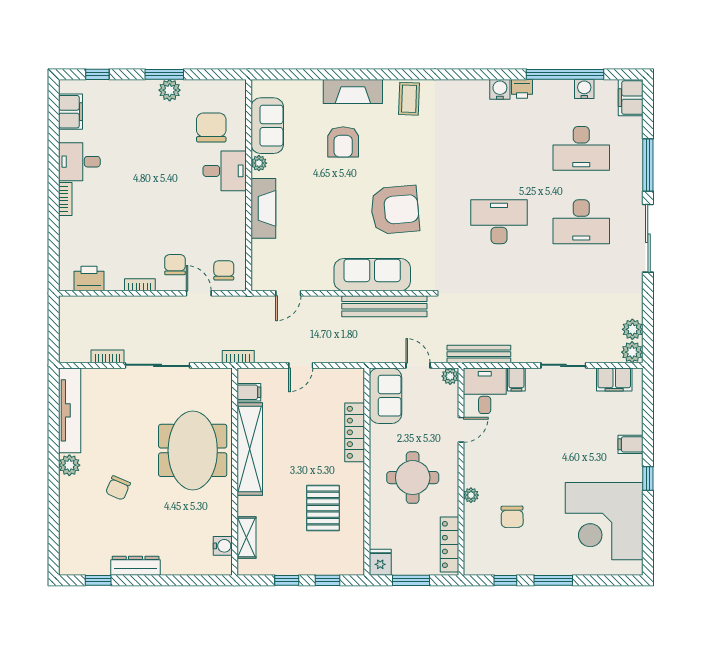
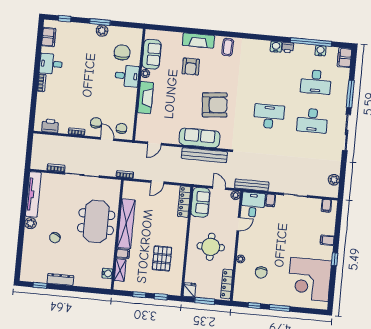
plant: (632, 352) -> (333, 192), removed
filing cabinet: (614, 379) -> (326, 206), width x0.50
filing cabinet: (249, 392) -> (123, 254), moved
locker: (355, 432) -> (184, 202), moved

